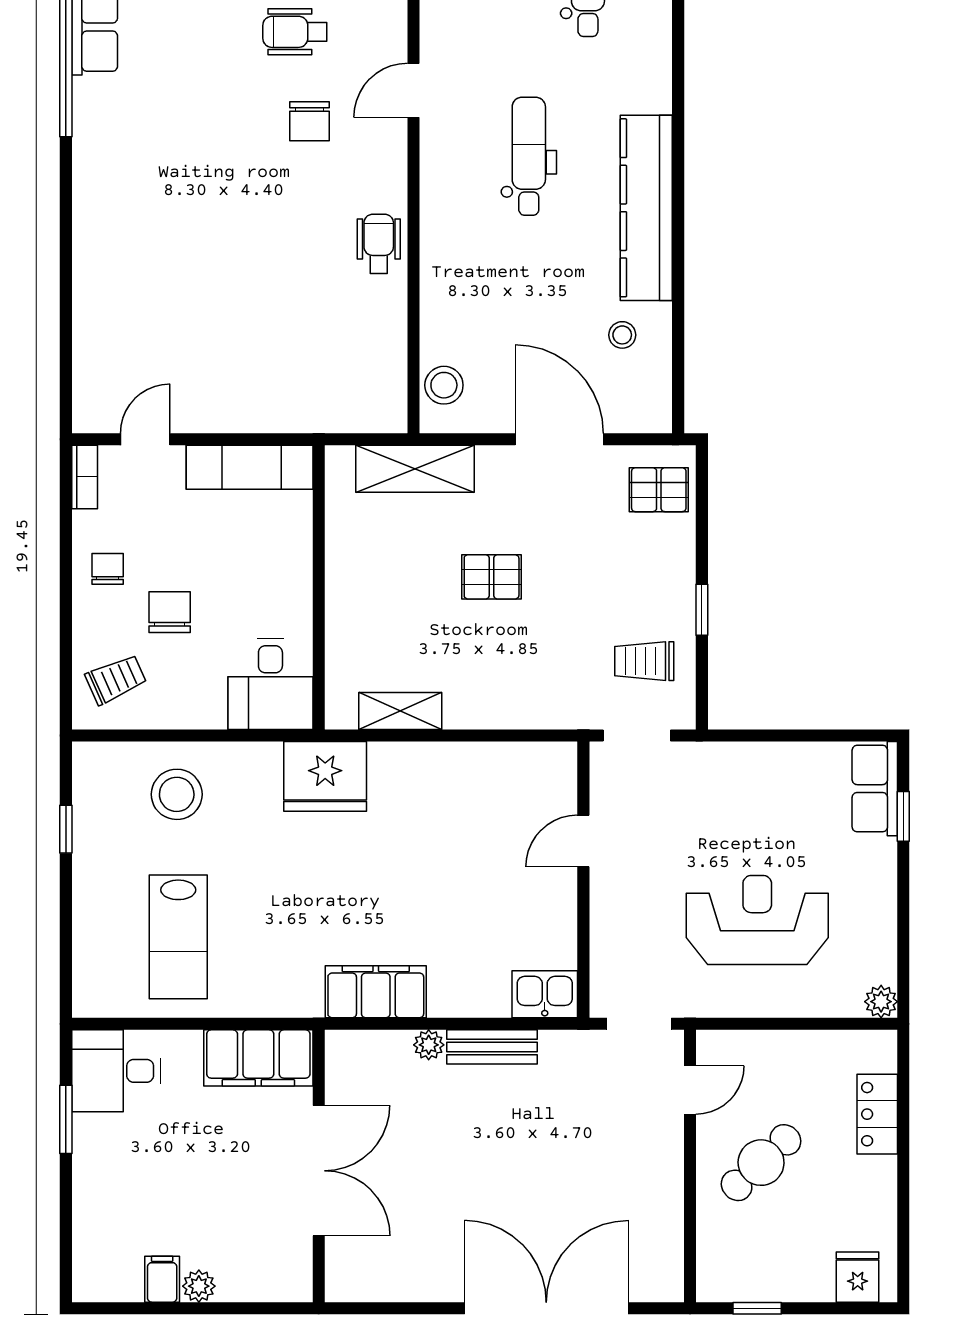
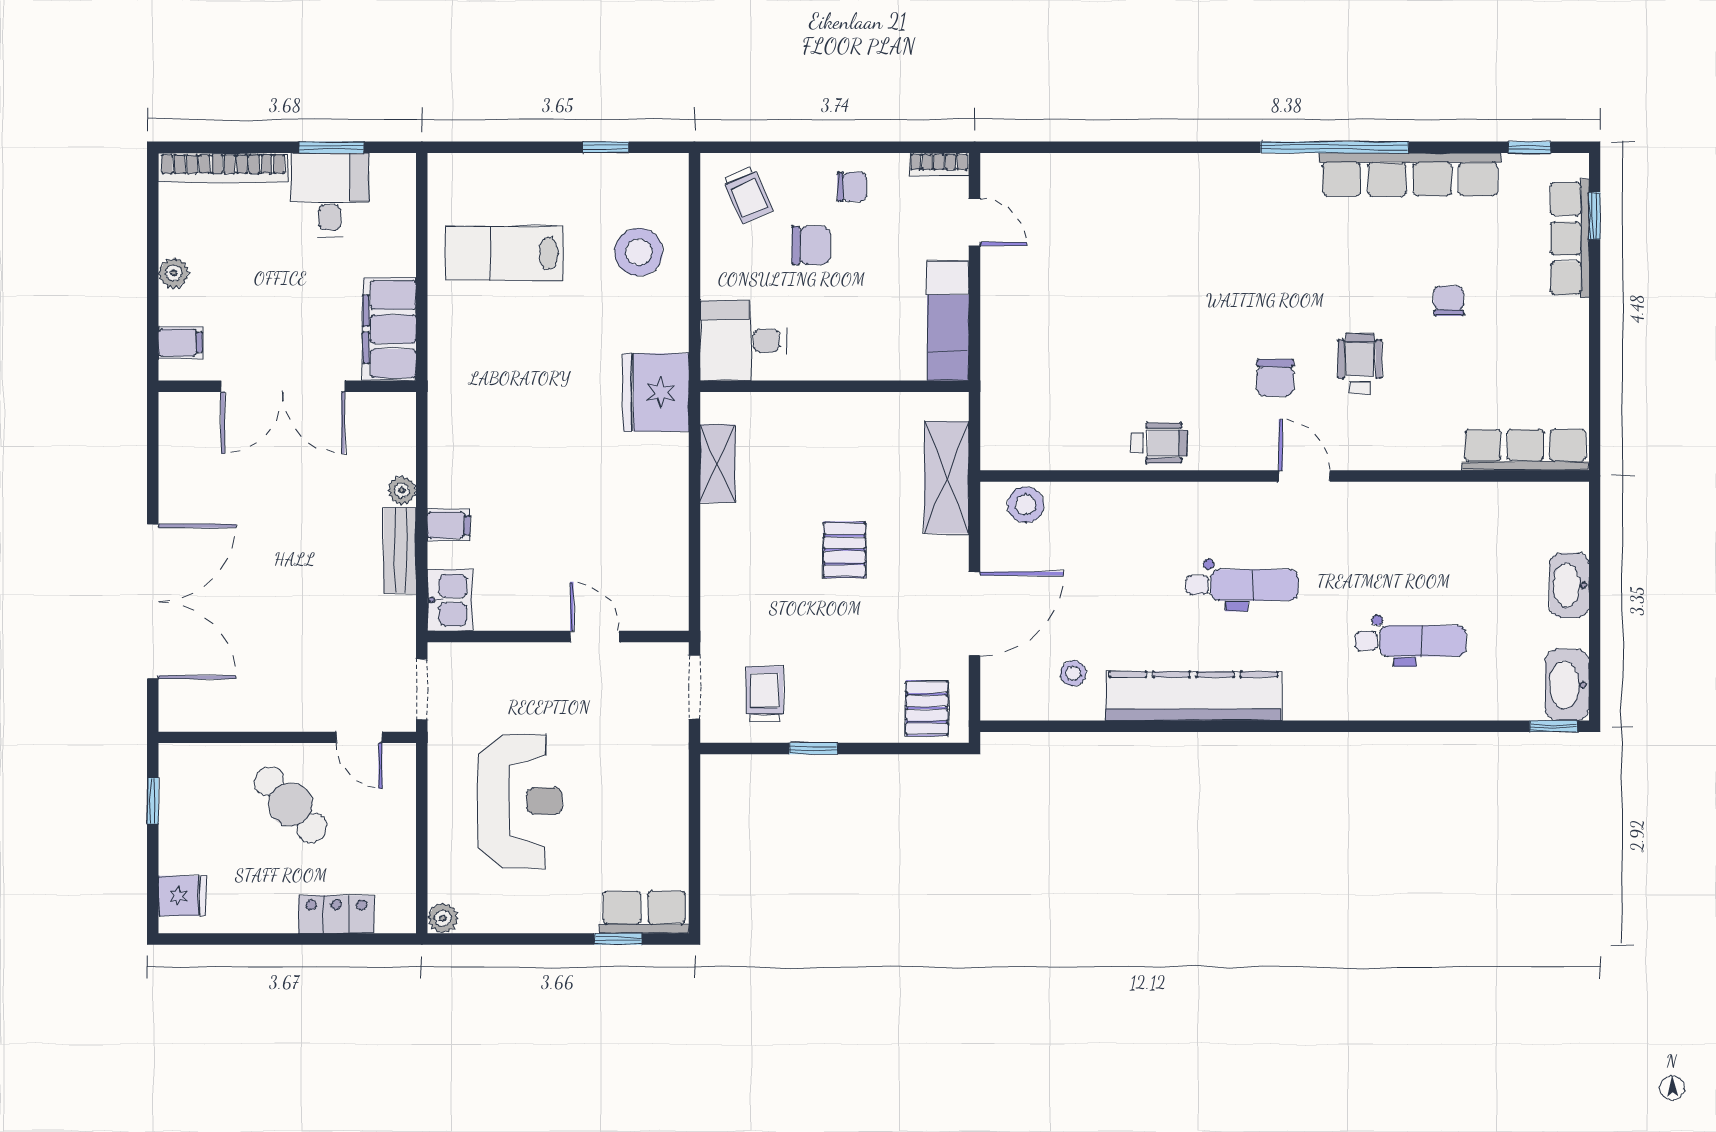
chair: (310, 121) -> (1275, 378), turned -90
filing cabinet: (376, 992) -> (449, 525), moved, width x0.33, depth x0.86
desk: (116, 1071) -> (330, 195), moved
bookcase: (87, 1234) -> (223, 168), added
filing cabinet: (162, 1279) -> (180, 342), moved

